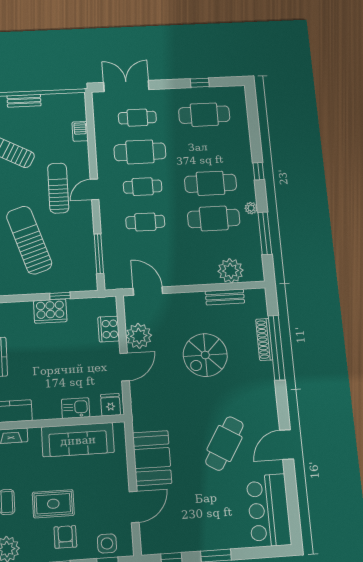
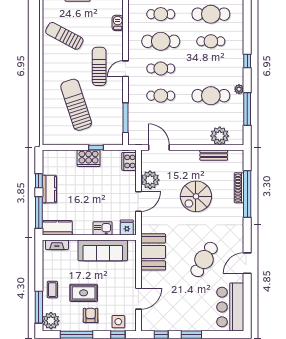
cafe table: (210, 183) -> (211, 41), moved, width x0.73, depth x0.74
cooker: (109, 329) -> (129, 161), moved
booth: (152, 458) -> (153, 252), moved

